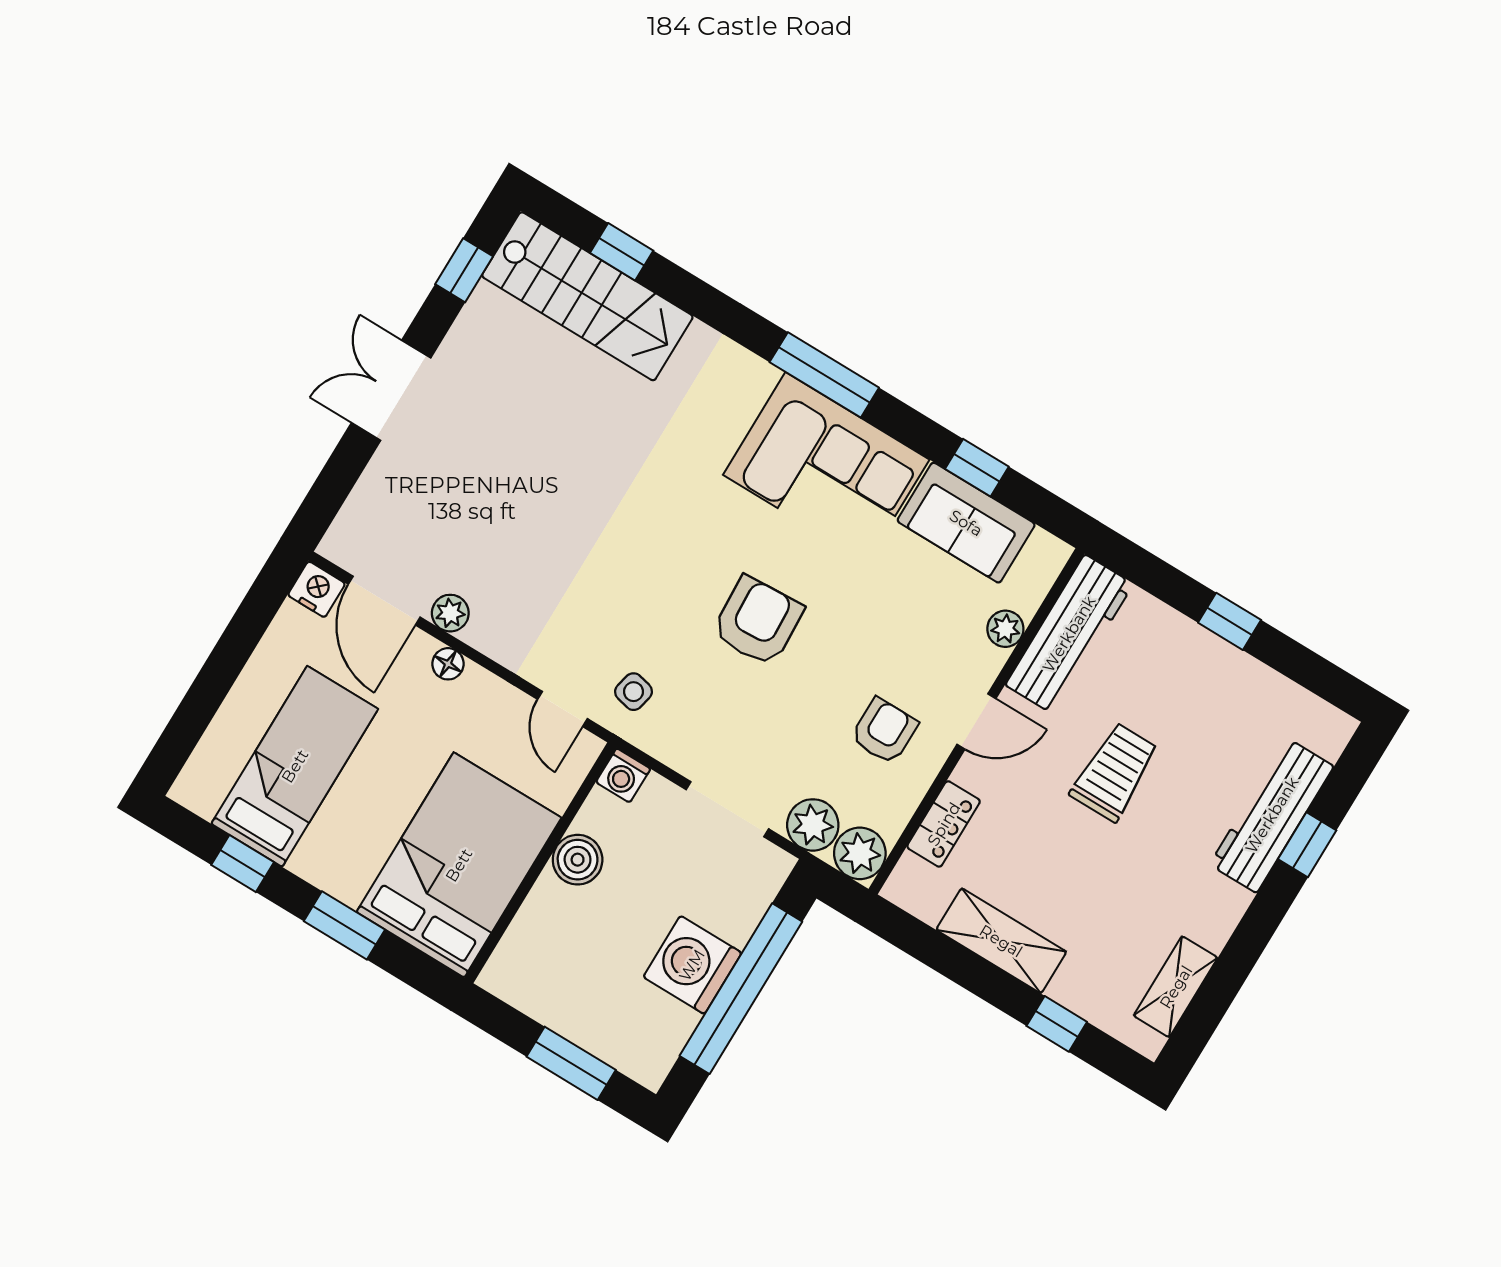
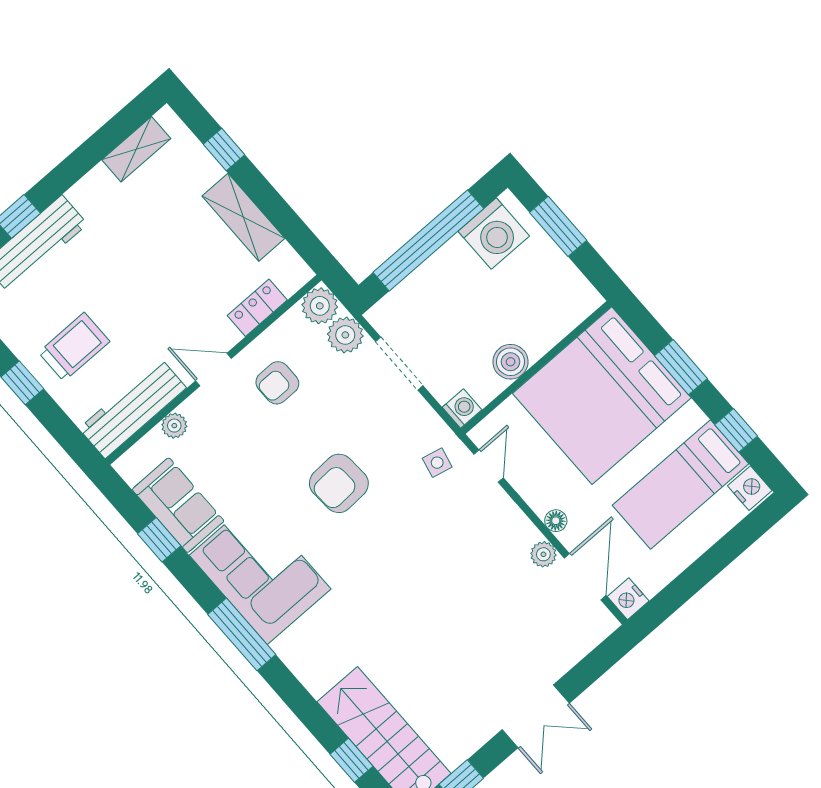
trolley: (1114, 772) -> (74, 347), moved, turned 180
nightstand: (199, 791) -> (750, 488), added
bed: (459, 865) -> (602, 396), width x1.36
washing machine: (692, 965) -> (494, 234), moved

